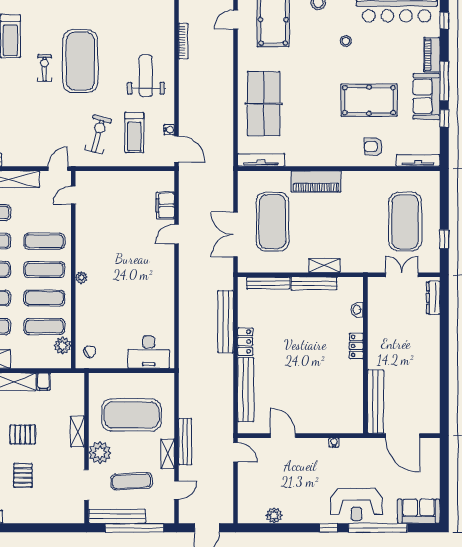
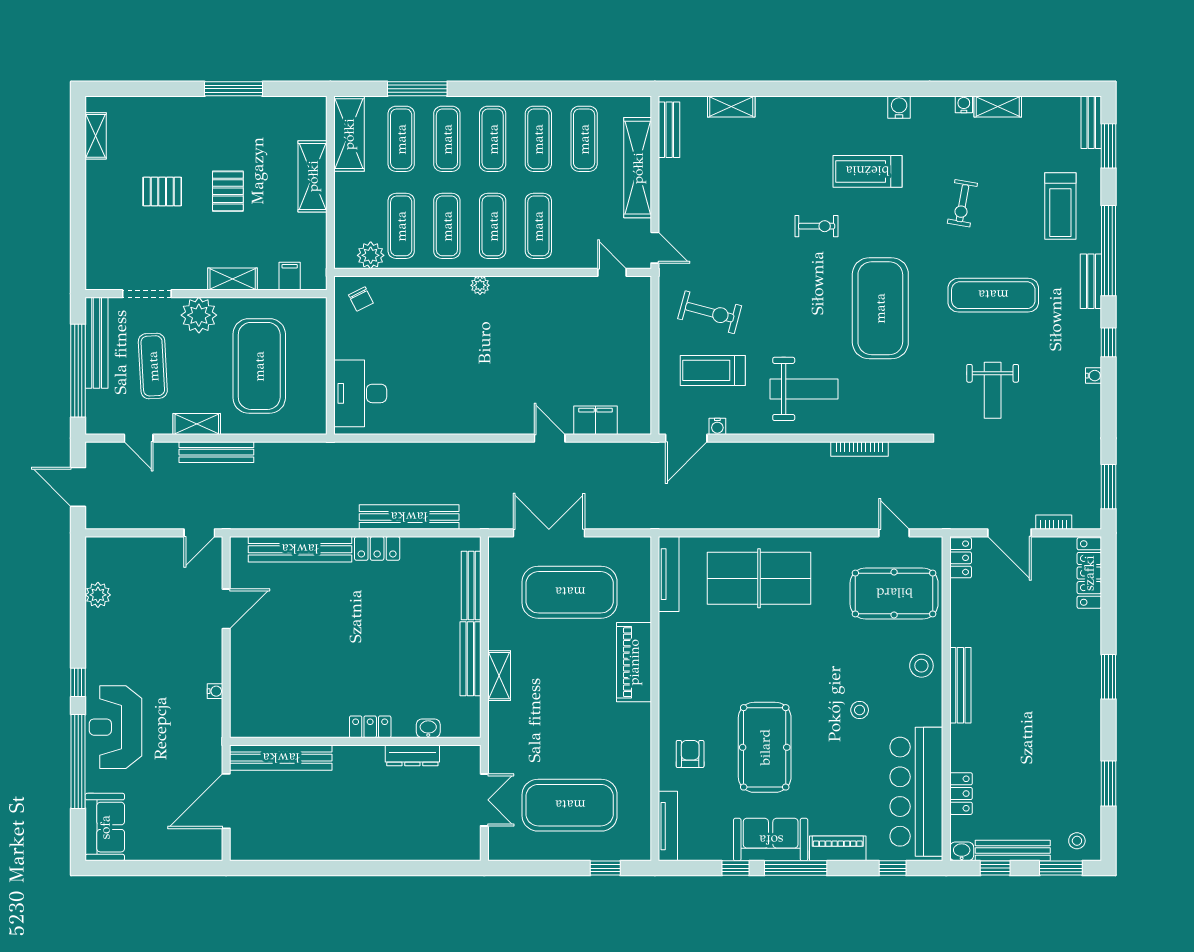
exercise mat: (80, 61) -> (880, 308), moved, turned 90
window: (444, 239) -> (605, 868), moved
dresser: (433, 298) -> (412, 755), moved, turned 180
filing cabinet: (43, 382) -> (290, 276), moved, turned 90

